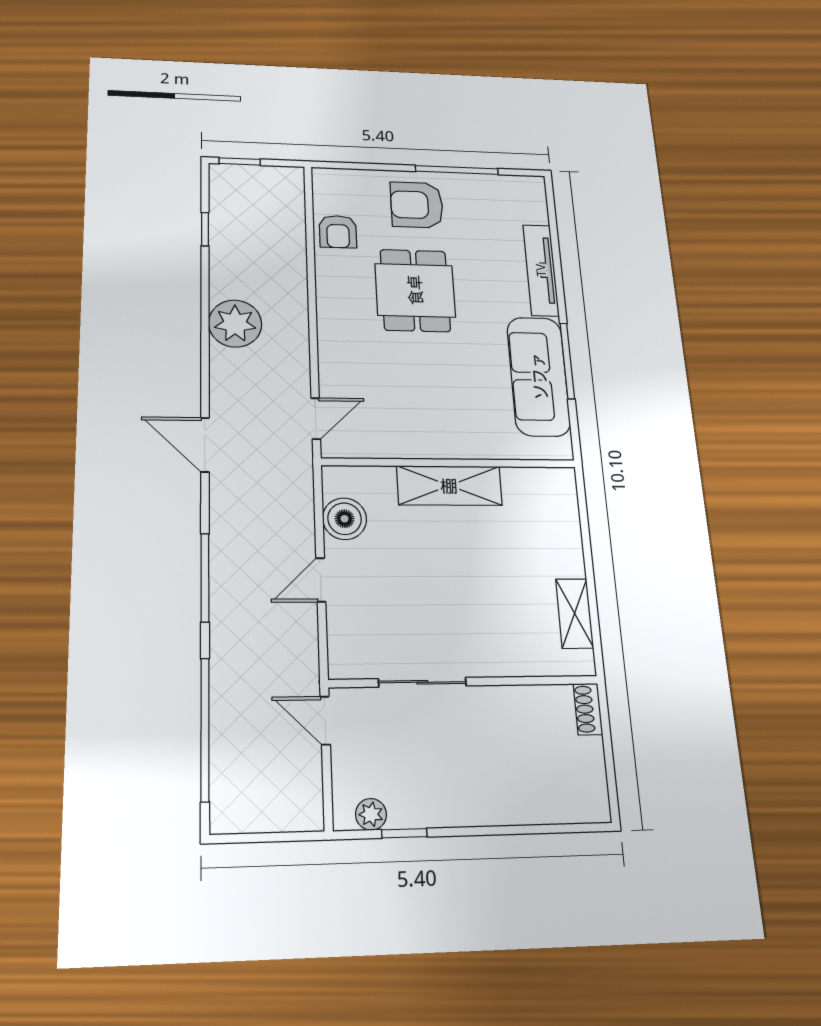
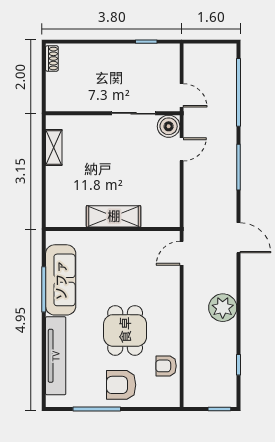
armchair: (417, 205) -> (121, 385), turned 180
armchair: (338, 232) -> (166, 366), turned -90
tv unit: (541, 270) -> (56, 356), width x1.36, depth x1.29
boiler: (345, 519) -> (169, 126), moved
door: (321, 580) -> (182, 149), moved
shoe rack: (588, 709) -> (52, 58), moved
plant: (371, 814) -> (162, 51), removed

